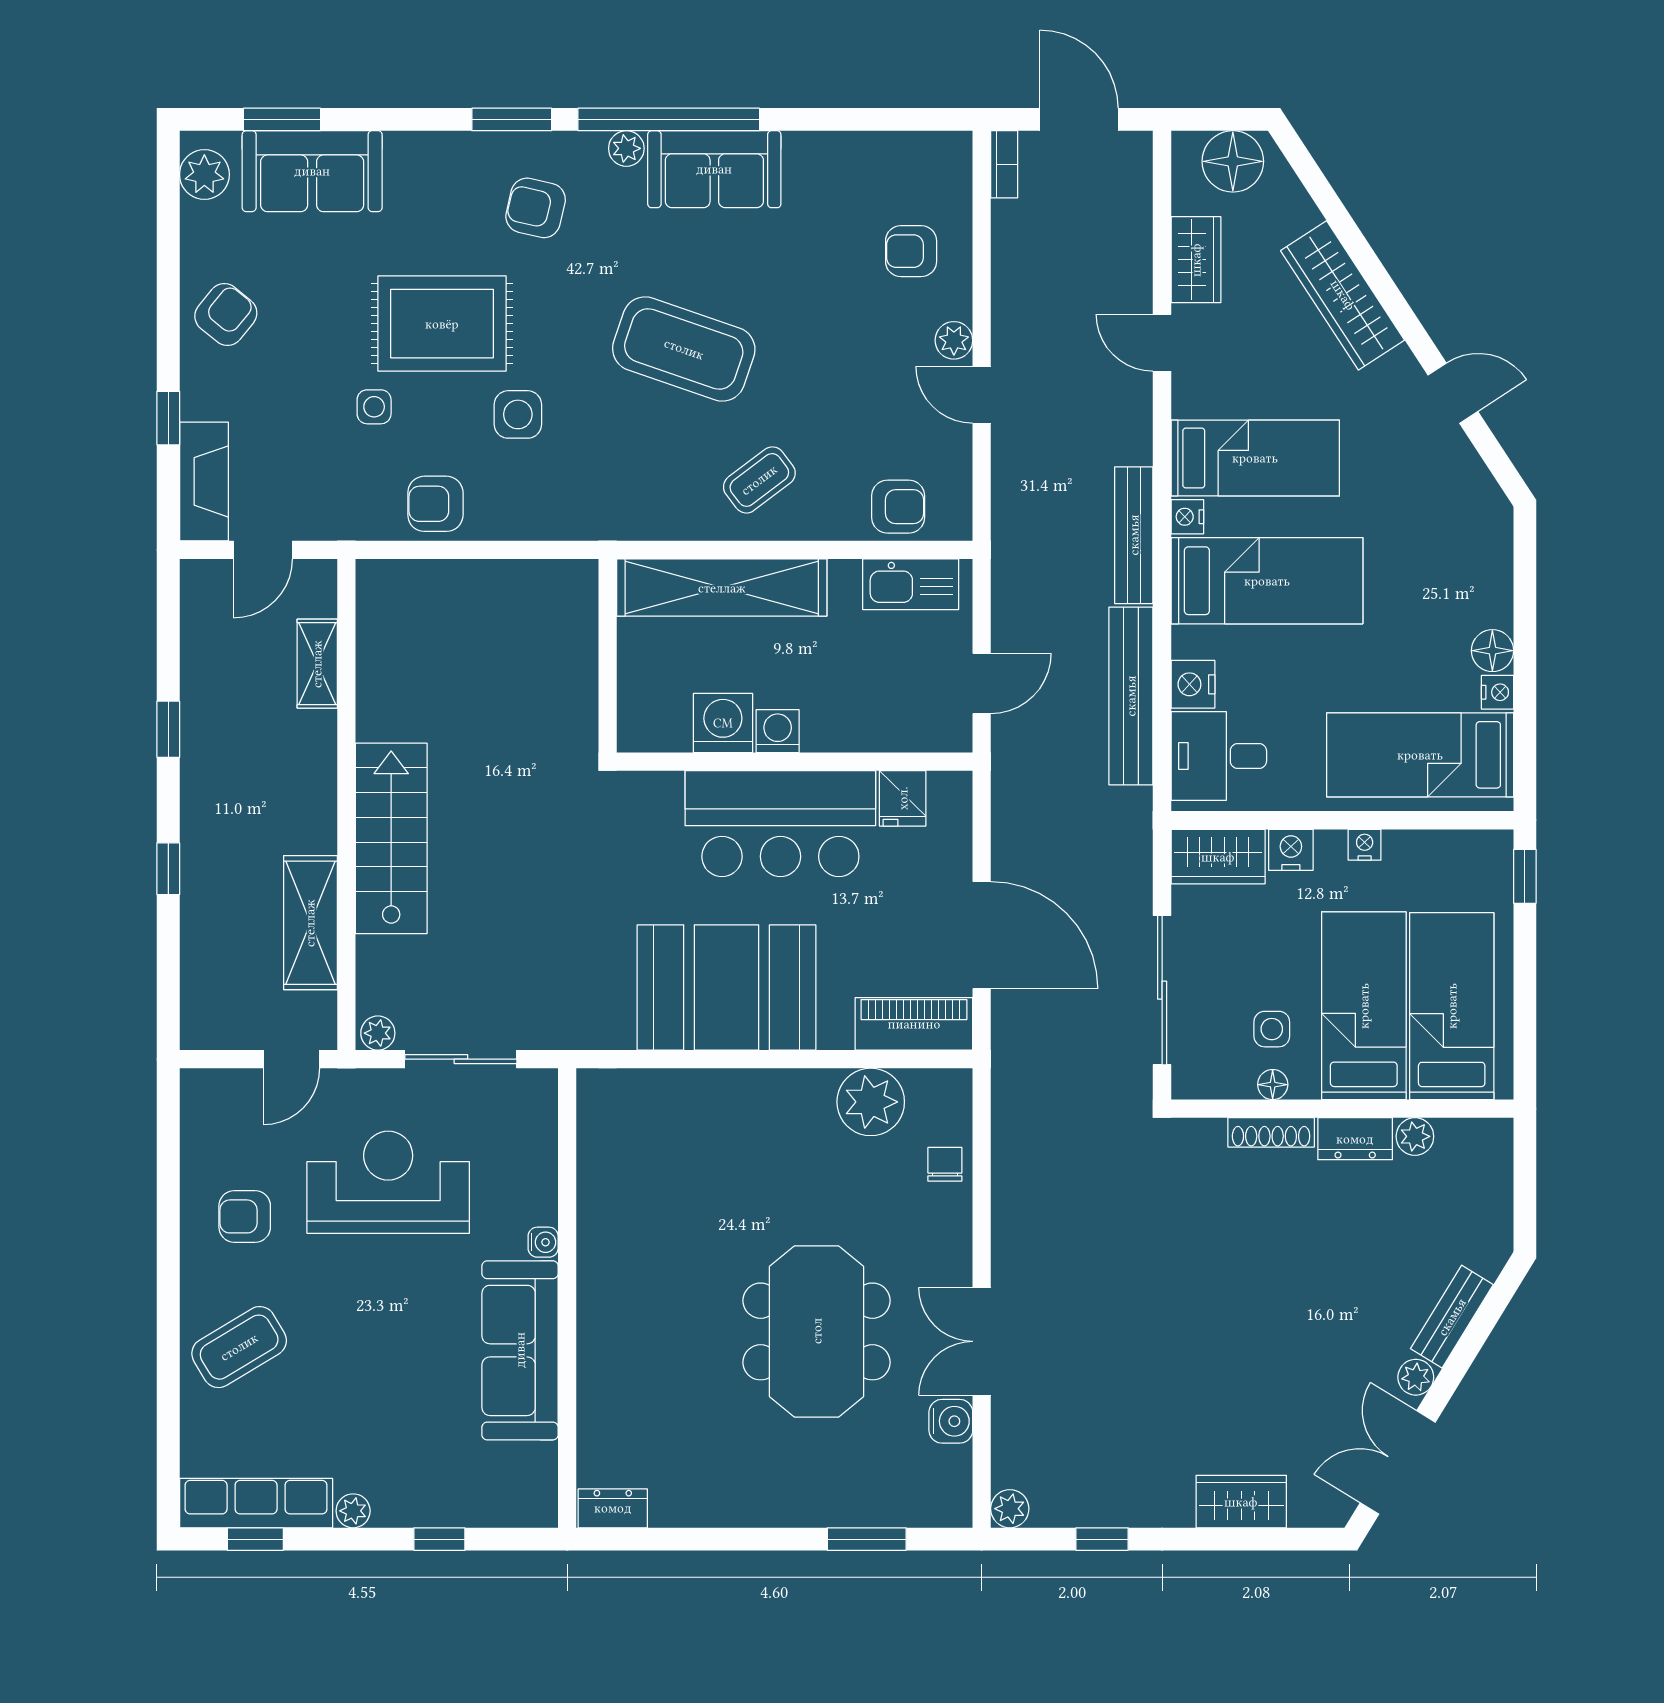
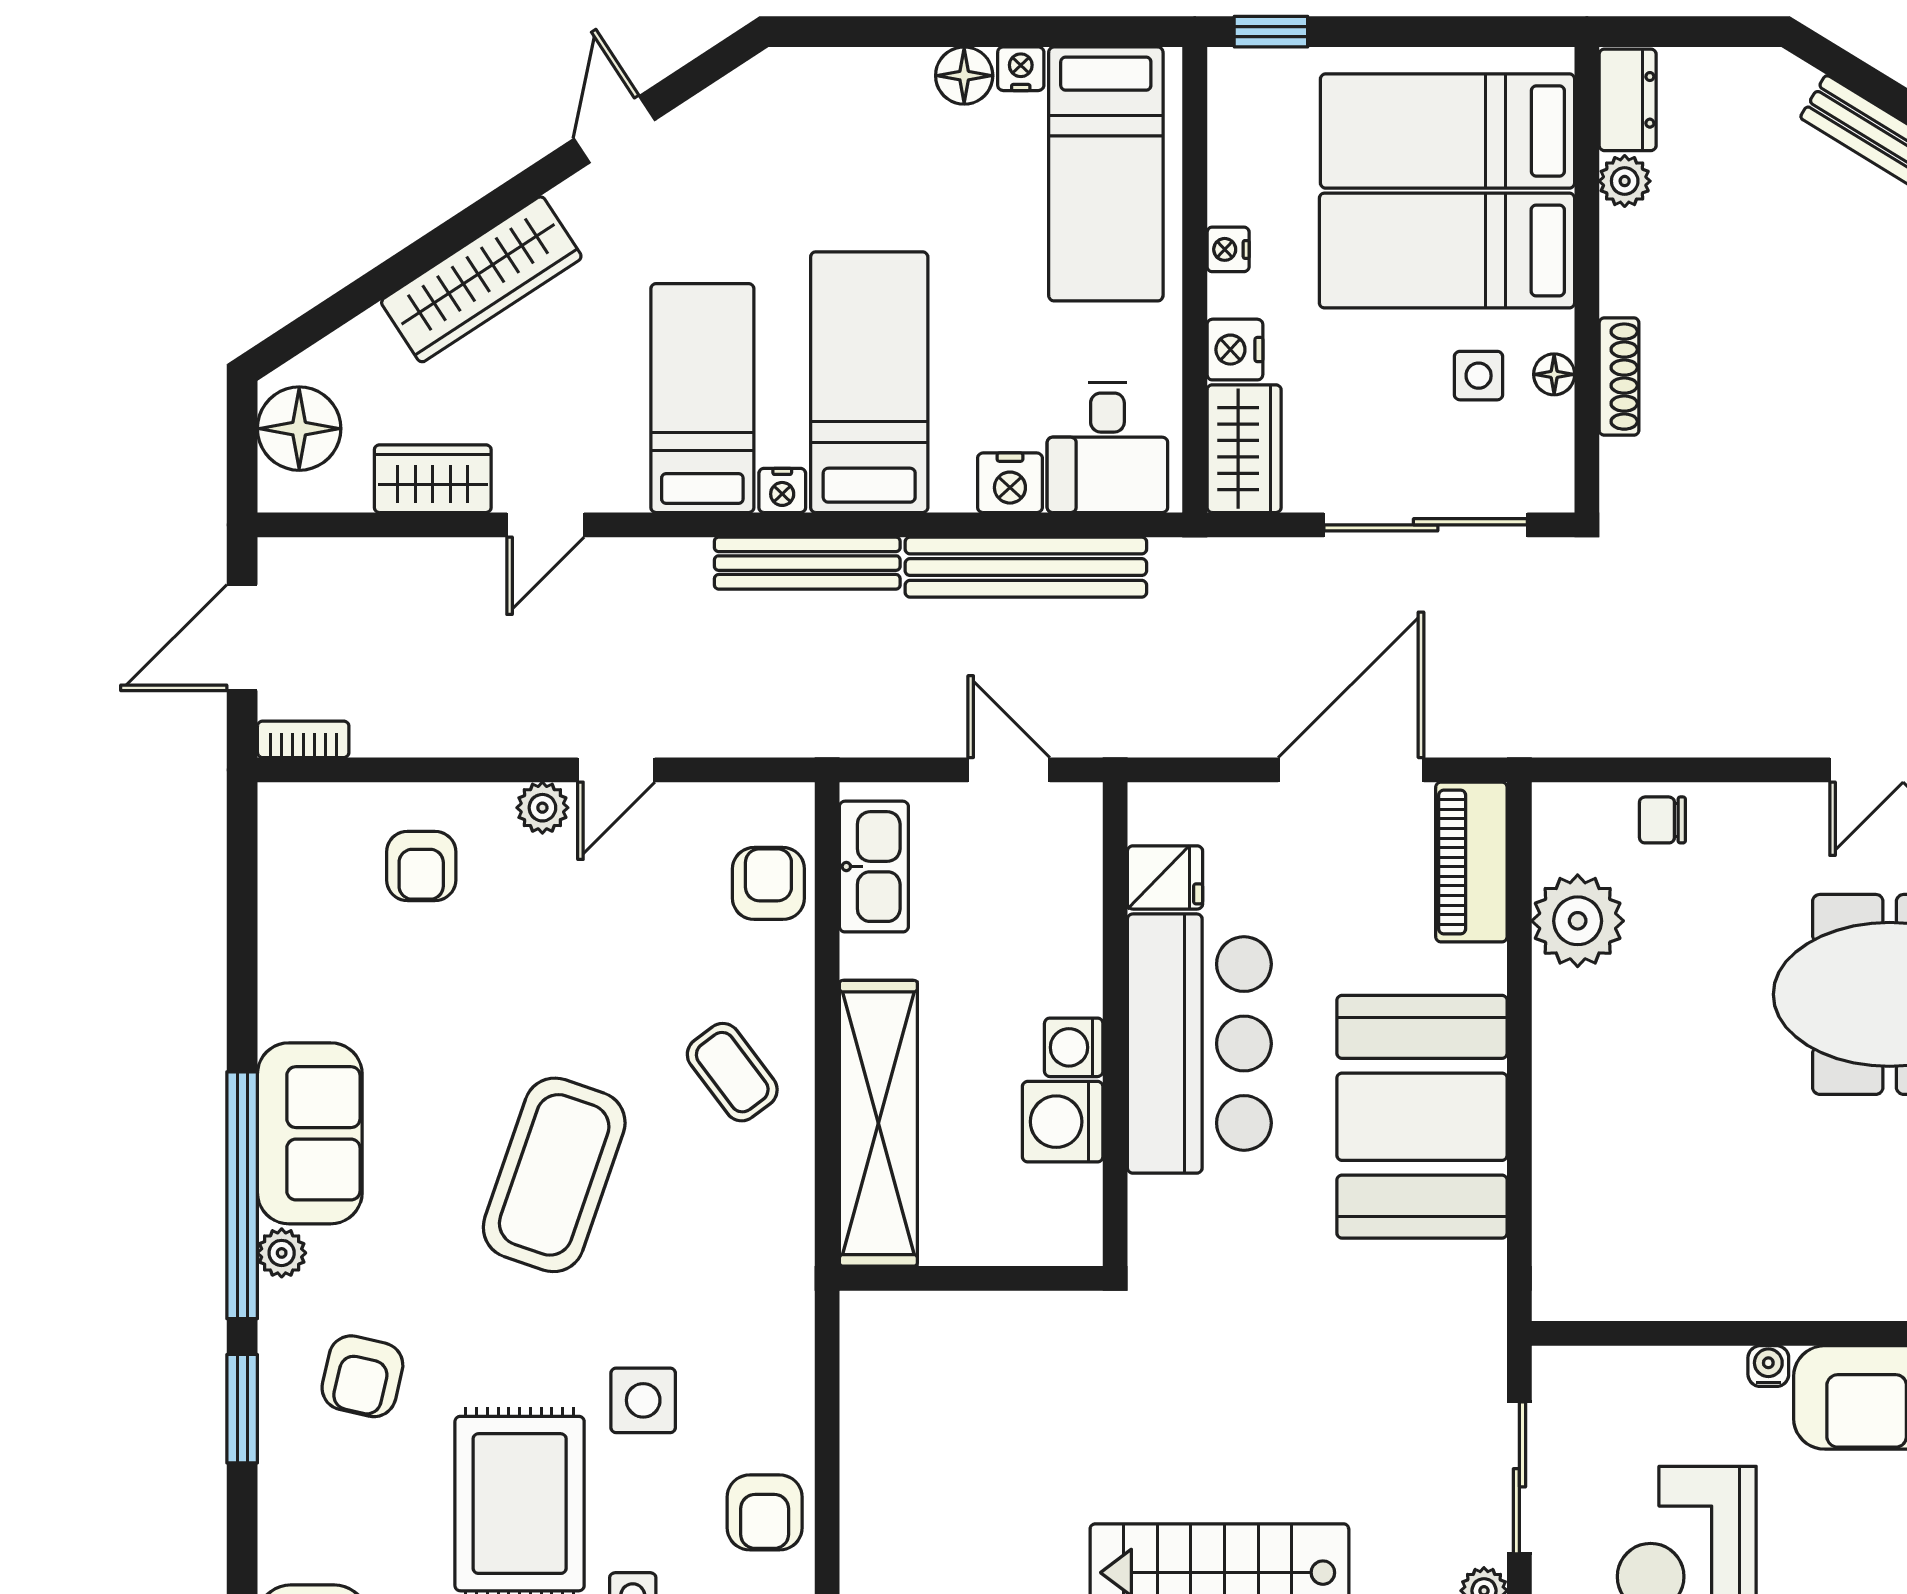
dresser: (1355, 1139) -> (1628, 100), moved

